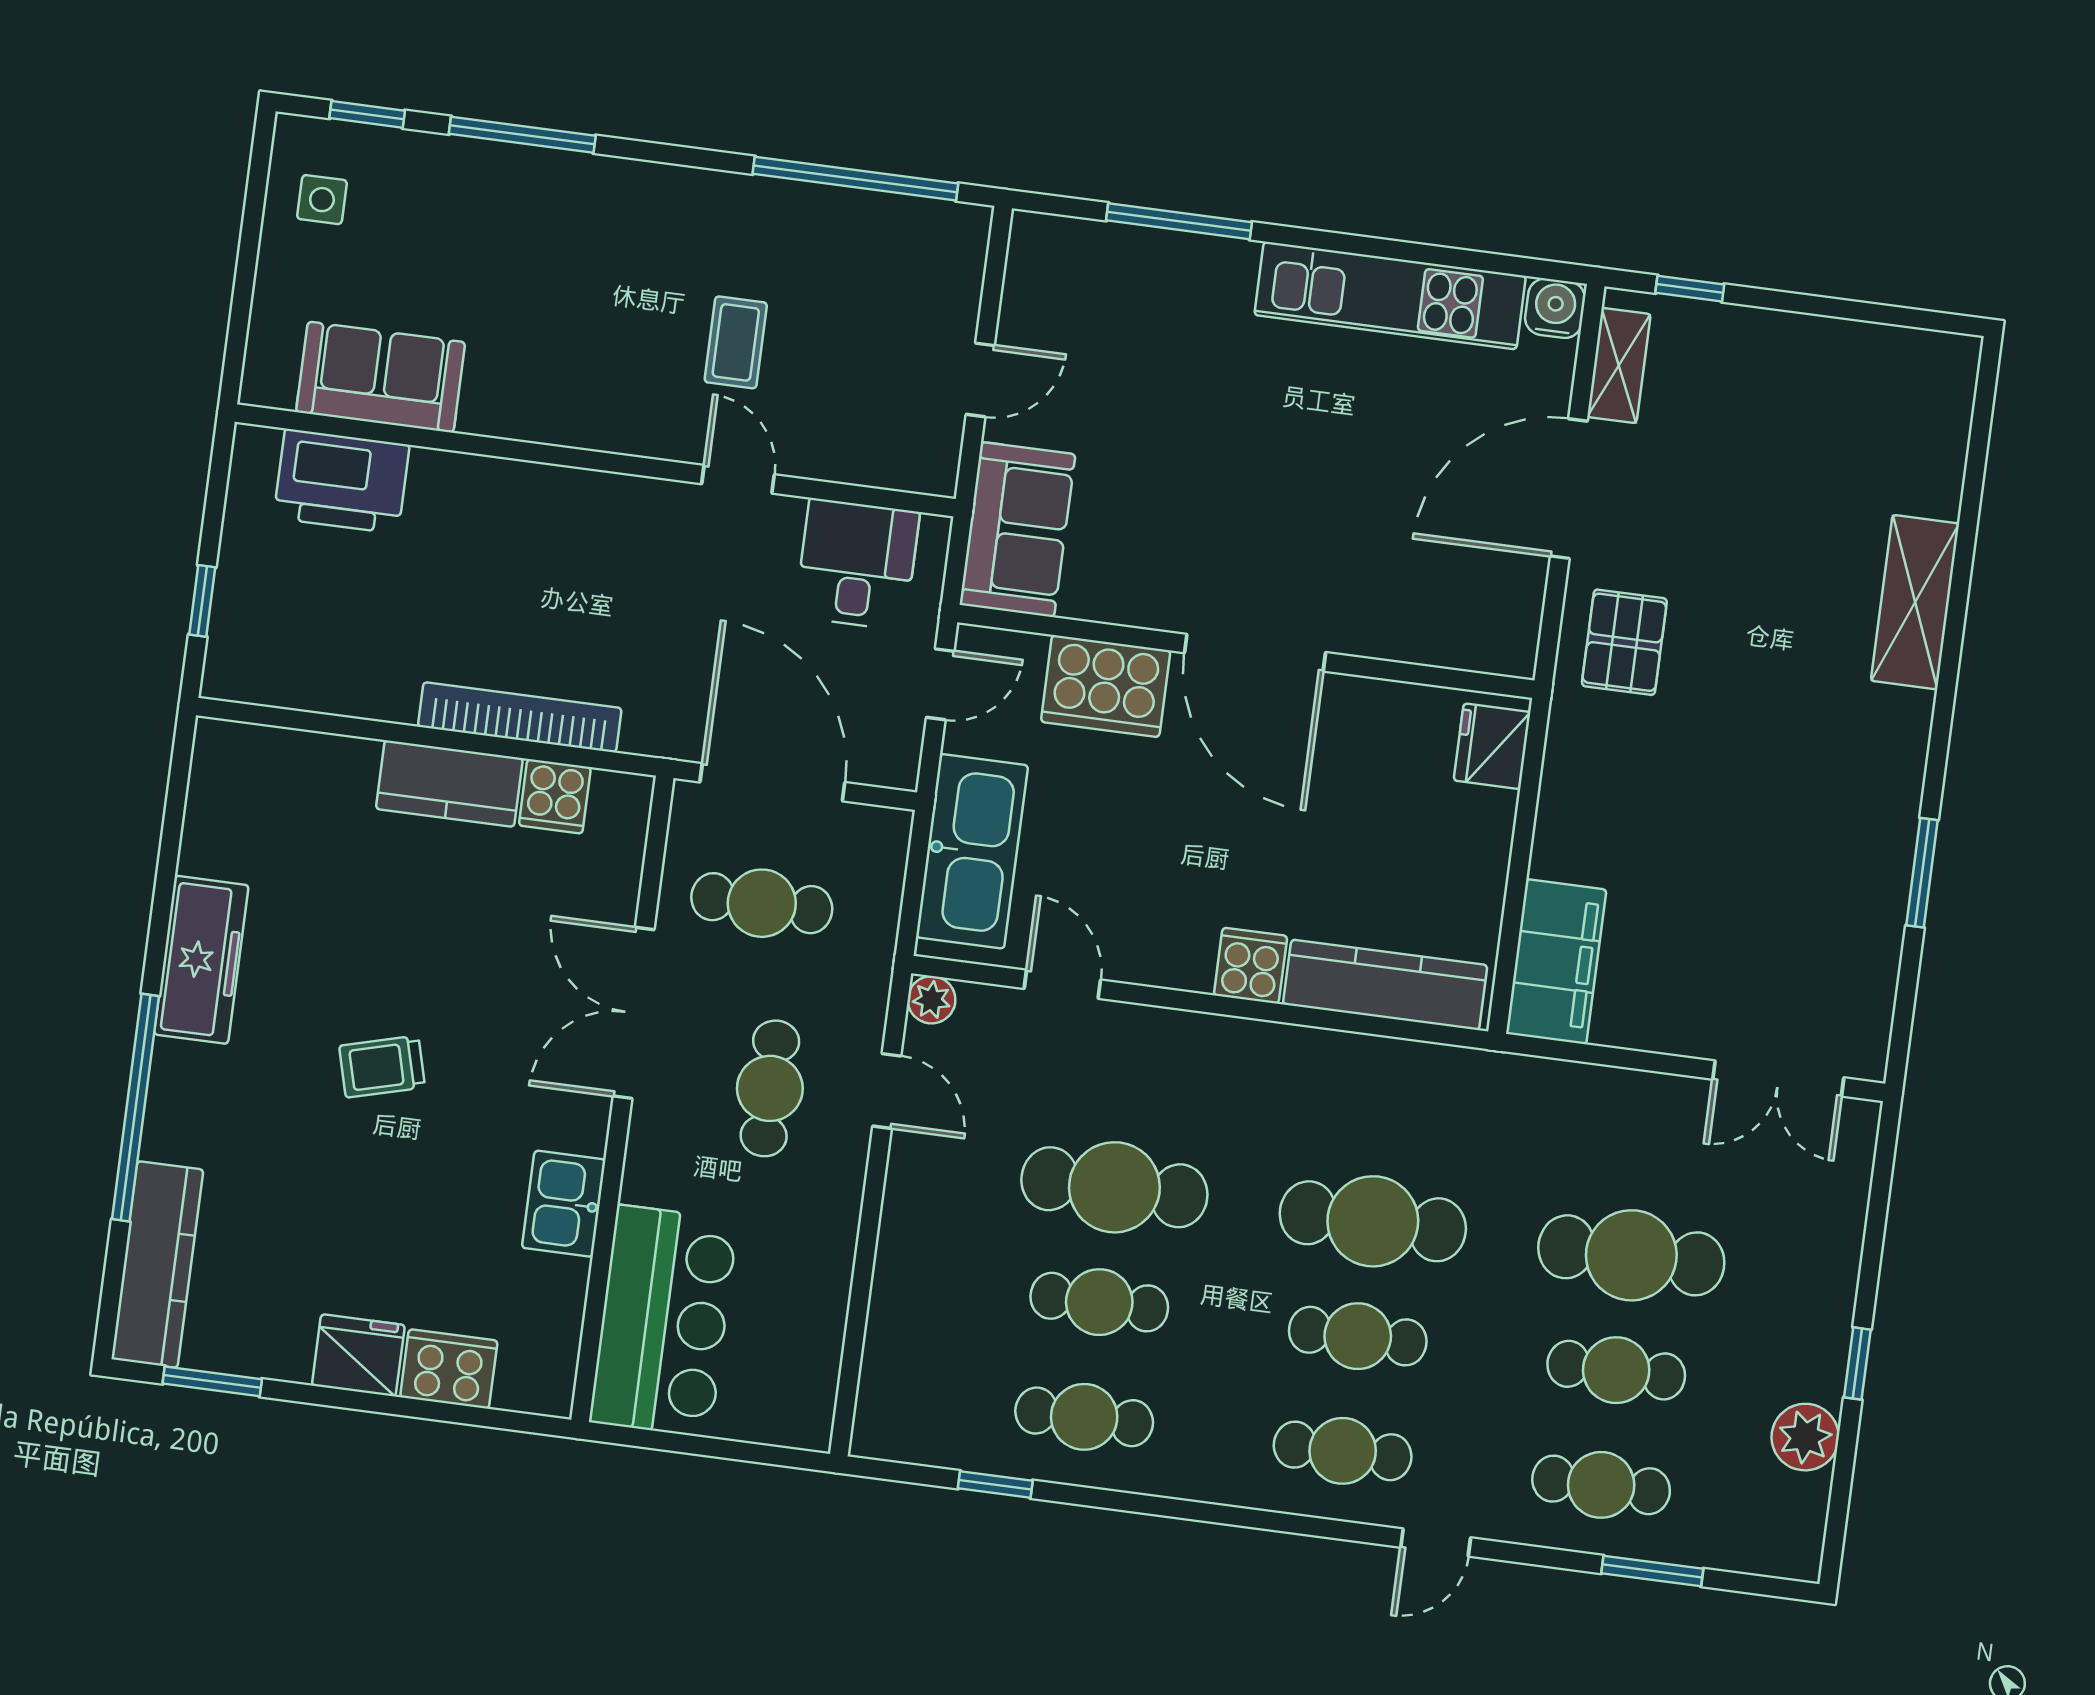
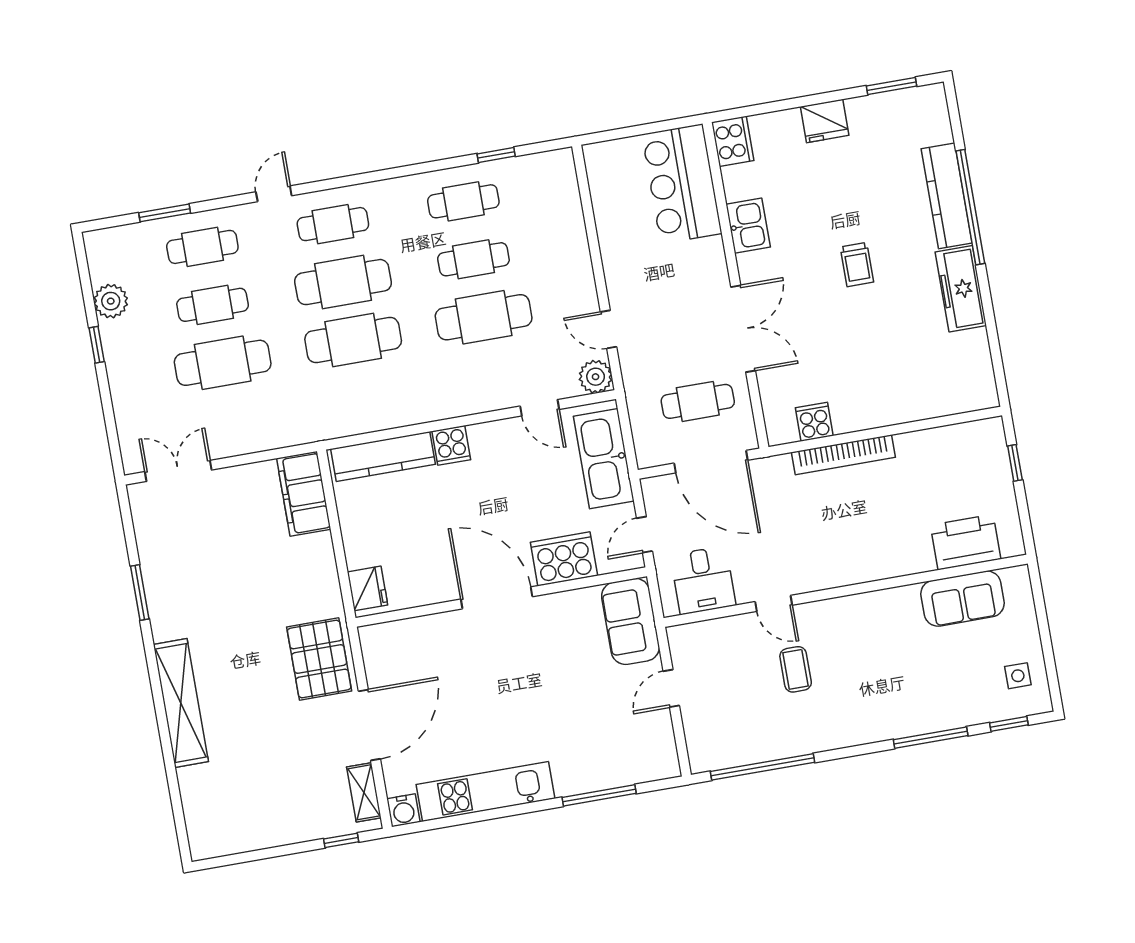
shelving: (1915, 602) -> (181, 703), width x1.47
pallet: (1624, 642) -> (319, 659), width x1.50, depth x1.42
kitchen counter: (449, 784) -> (867, 412), removed
plant: (931, 1000) -> (596, 377), width x1.38, depth x1.38
trolley: (382, 1067) -> (857, 265), turned 105
cafe table: (770, 1088) -> (666, 313), removed
kitchen counter: (157, 1264) -> (947, 196), moved
cafe table: (1358, 1336) -> (343, 282), width x1.37, depth x1.35
cooker: (449, 1369) -> (733, 141), moved, turned -90

